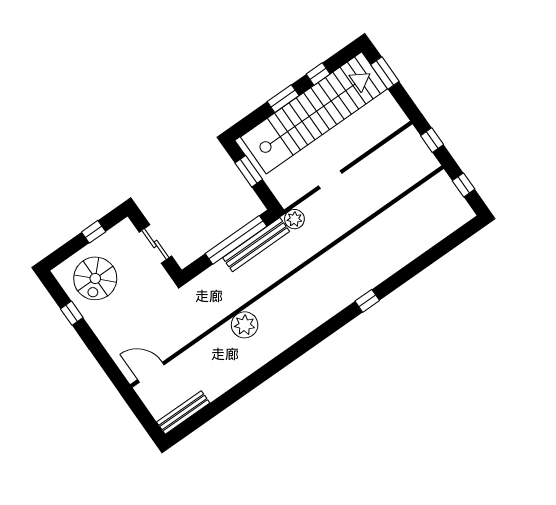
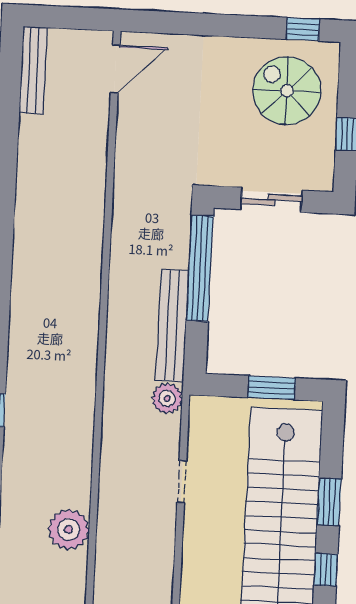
window: (236, 240) -> (200, 268), moved
window: (72, 313) -> (303, 29), moved
plant: (245, 325) -> (69, 529), moved

